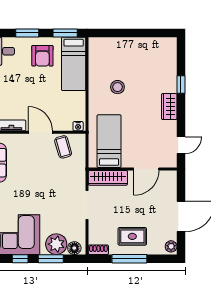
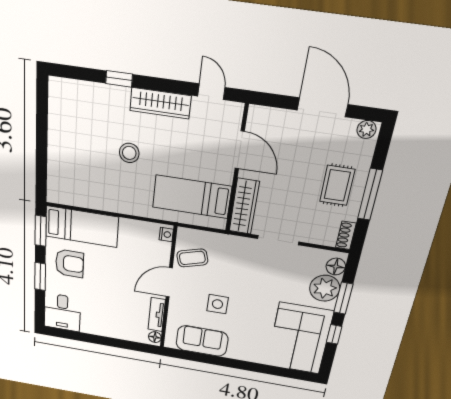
stool: (117, 87) -> (129, 153), moved
wardrobe: (169, 107) -> (160, 103), width x1.50
side table: (29, 170) -> (217, 304), added

